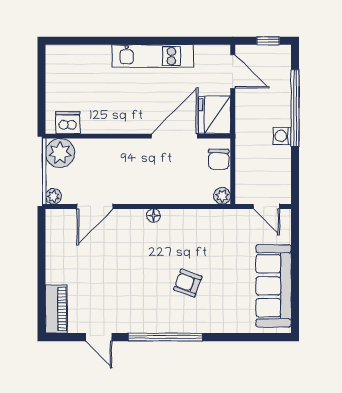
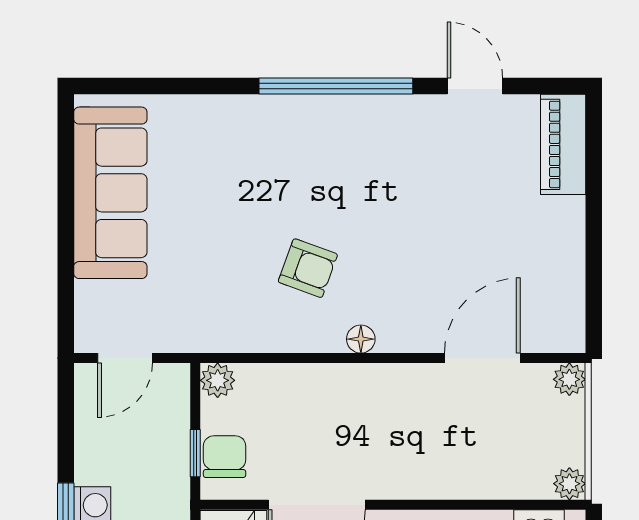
plant: (60, 153) -> (569, 484), width x0.53, depth x0.53
window: (233, 161) -> (195, 453), added
door: (267, 207) -> (125, 358), swing flipped
armchair: (188, 283) -> (308, 268), moved

